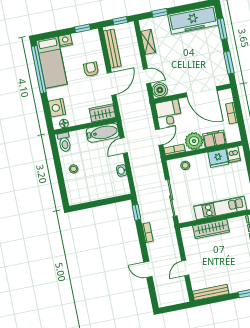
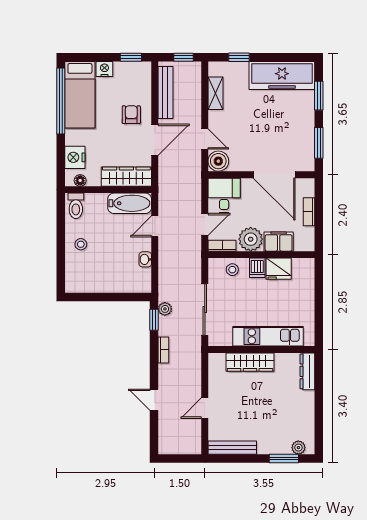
wardrobe: (102, 113) -> (126, 177), width x1.50
dishwasher: (233, 154) -> (257, 268), moved
plant: (143, 203) -> (165, 309), added

